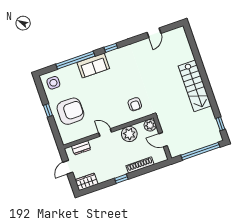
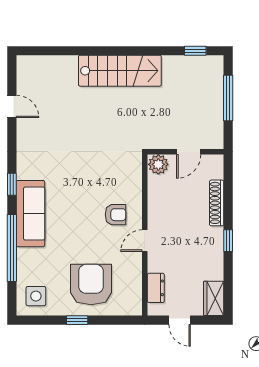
sofa: (93, 66) -> (30, 214), width x1.36
armchair: (135, 104) -> (115, 215), moved
plant: (129, 134) -> (161, 203), removed
window: (200, 151) -> (228, 98), width x0.68

